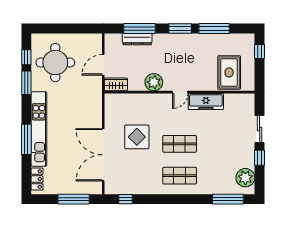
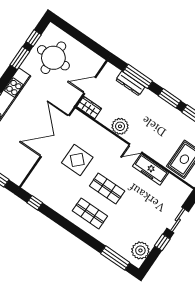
double door: (103, 155) -> (55, 136), moved

